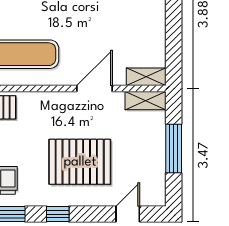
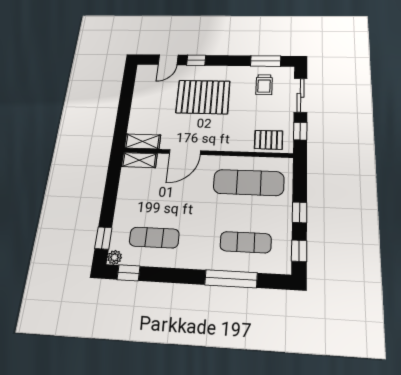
window: (174, 148) -> (125, 105), removed
window: (58, 214) -> (196, 60), moved

